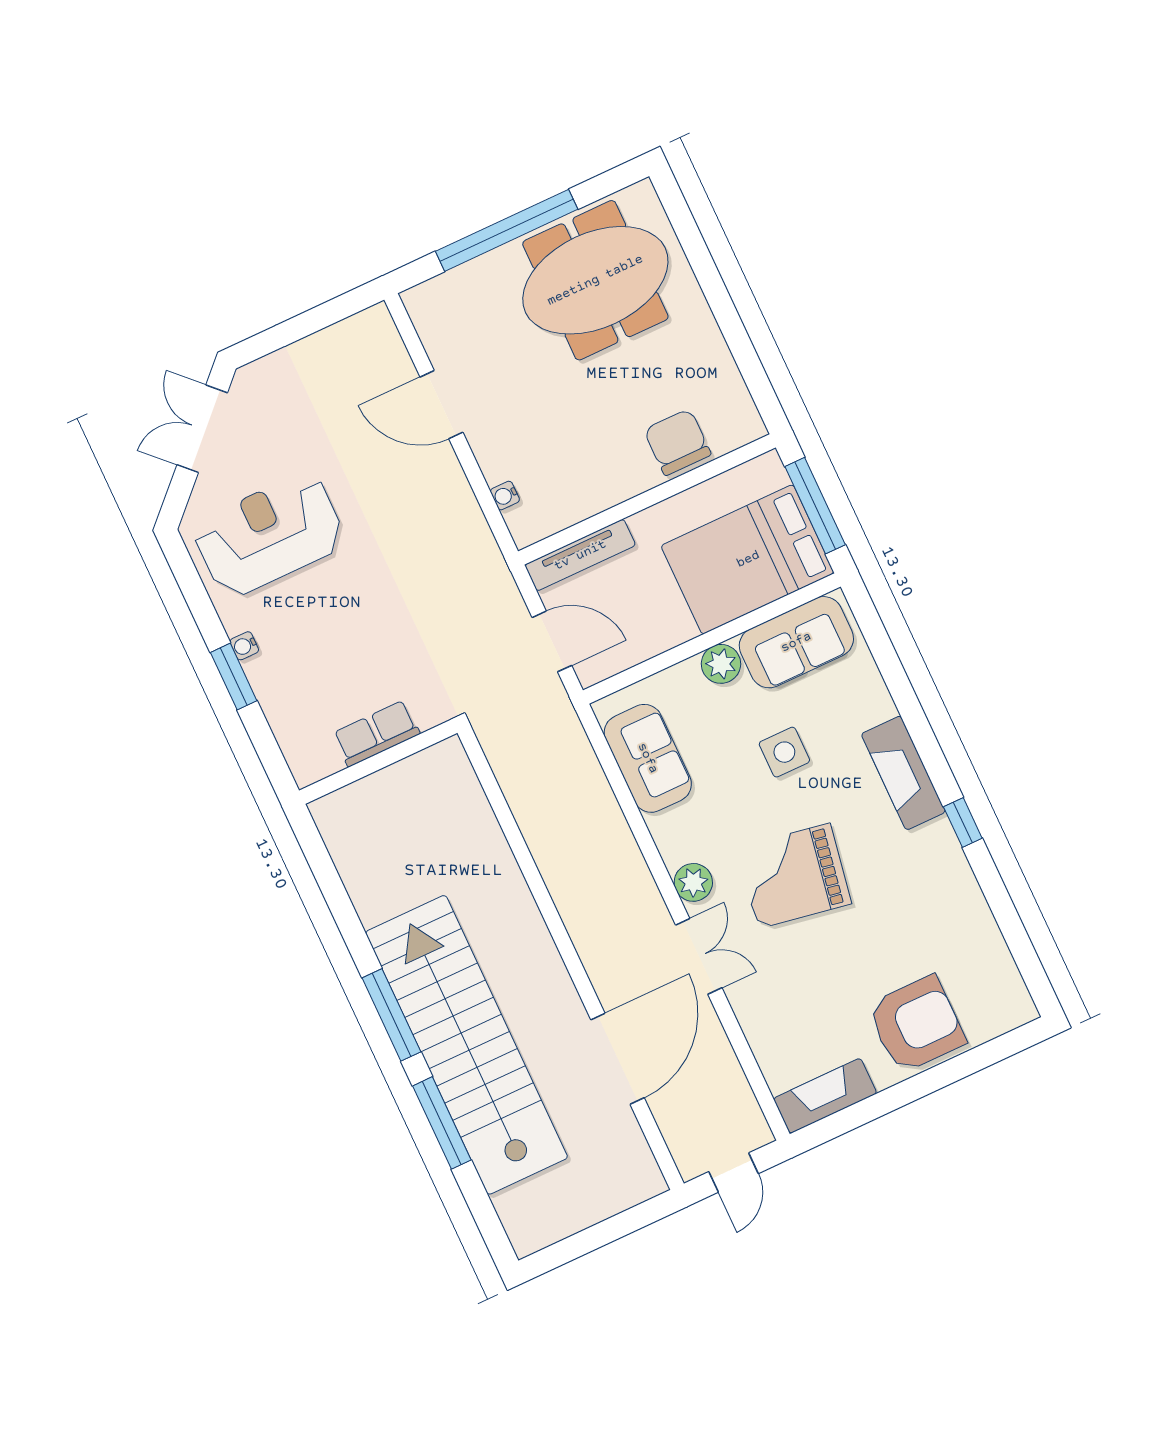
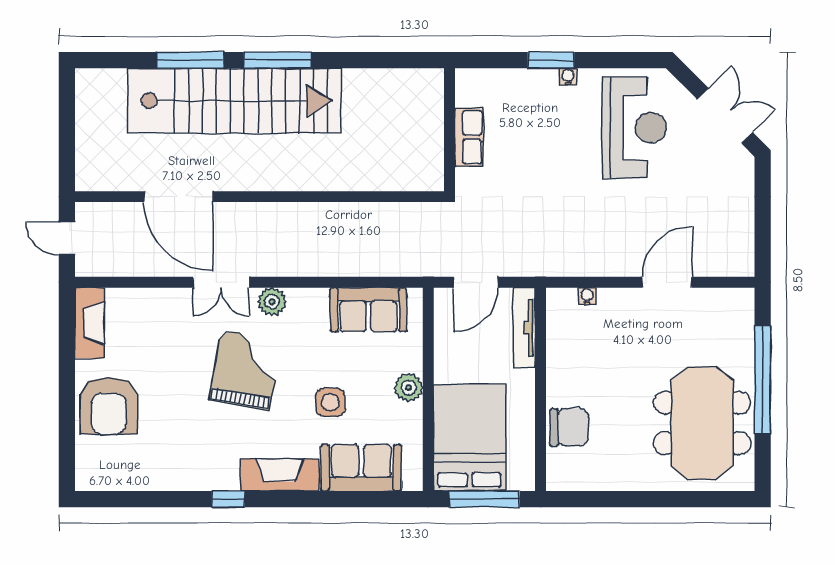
sofa: (796, 642) -> (361, 468), moved, turned 90

